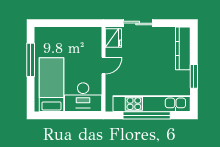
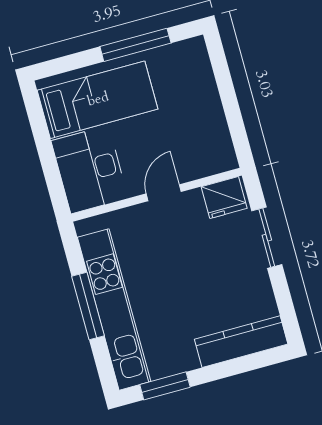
door: (103, 66) -> (164, 193), swing flipped
window: (194, 76) -> (165, 386), moved
window: (147, 115) -> (88, 306), width x0.68

